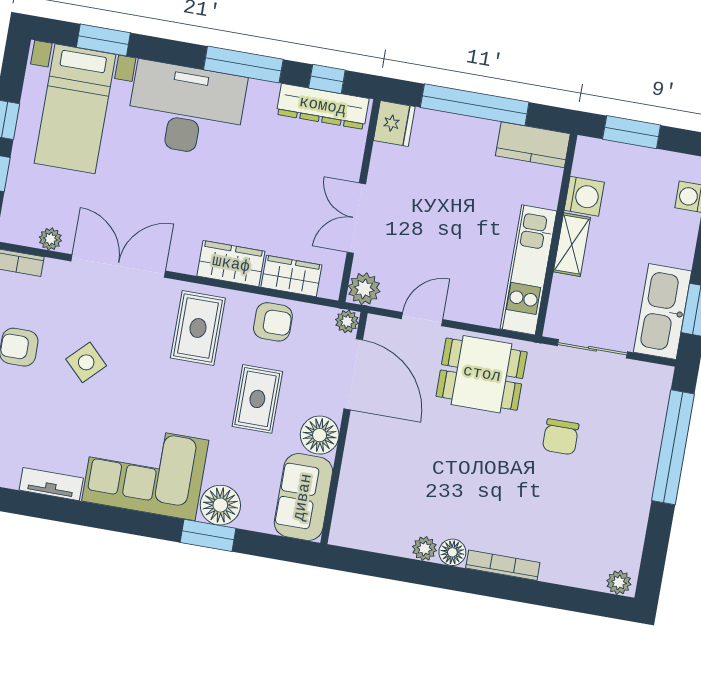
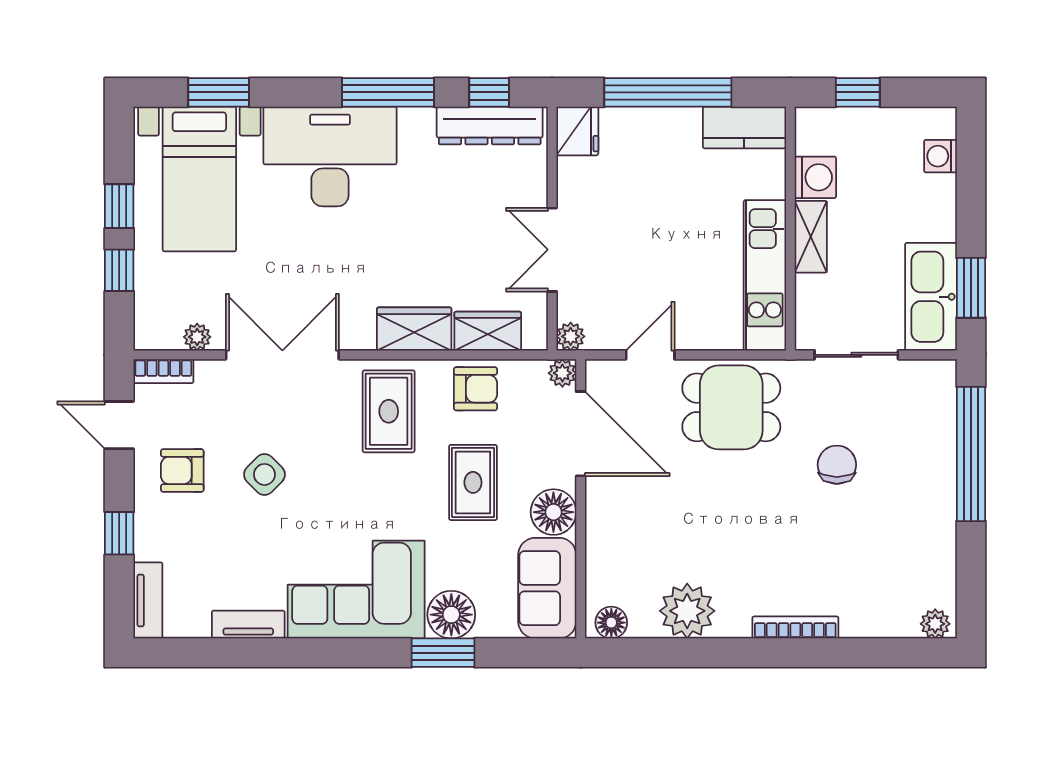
window: (632, 132) -> (858, 92), width x0.67
plant: (364, 289) -> (571, 336), width x0.73, depth x0.73
chair: (561, 437) -> (837, 465), turned 180
plant: (425, 549) -> (687, 611), width x1.88, depth x1.88
floor lamp: (452, 552) -> (611, 623), moved

